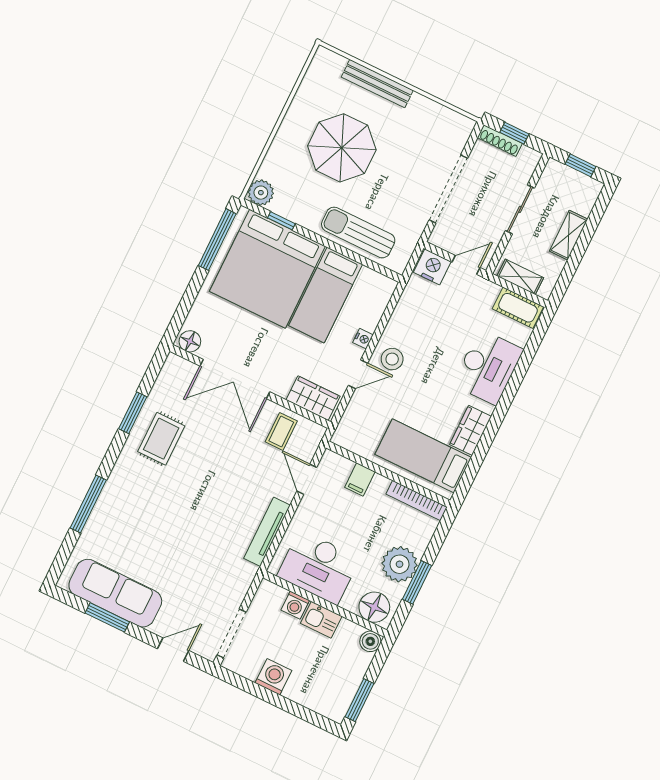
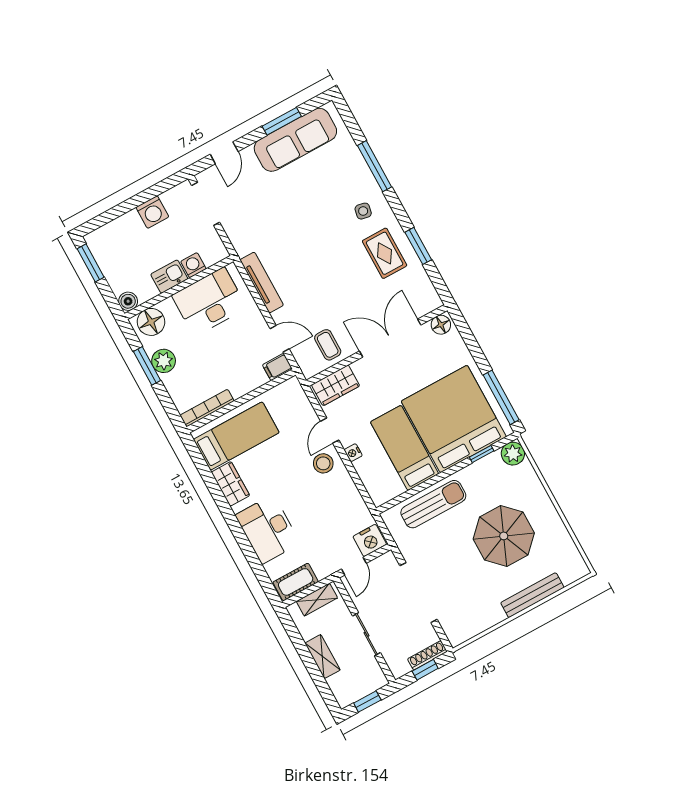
filing cabinet: (360, 480) -> (277, 367), moved, turned -90
side table: (137, 485) -> (363, 211), added
plant: (400, 564) -> (164, 361), width x0.73, depth x0.73

